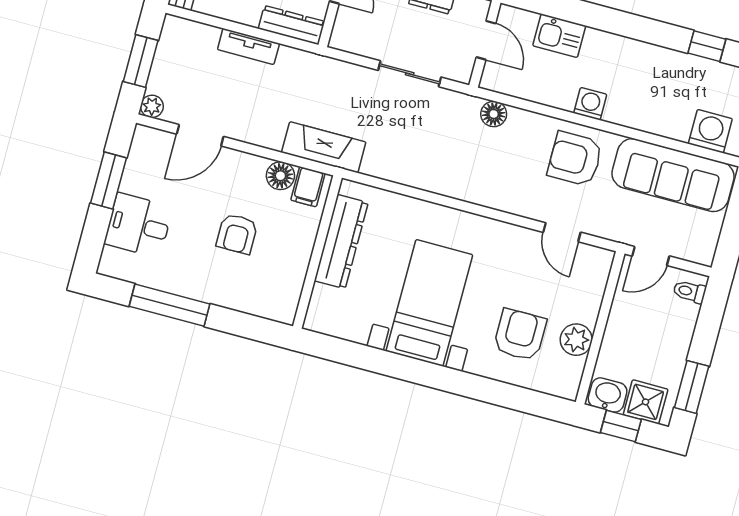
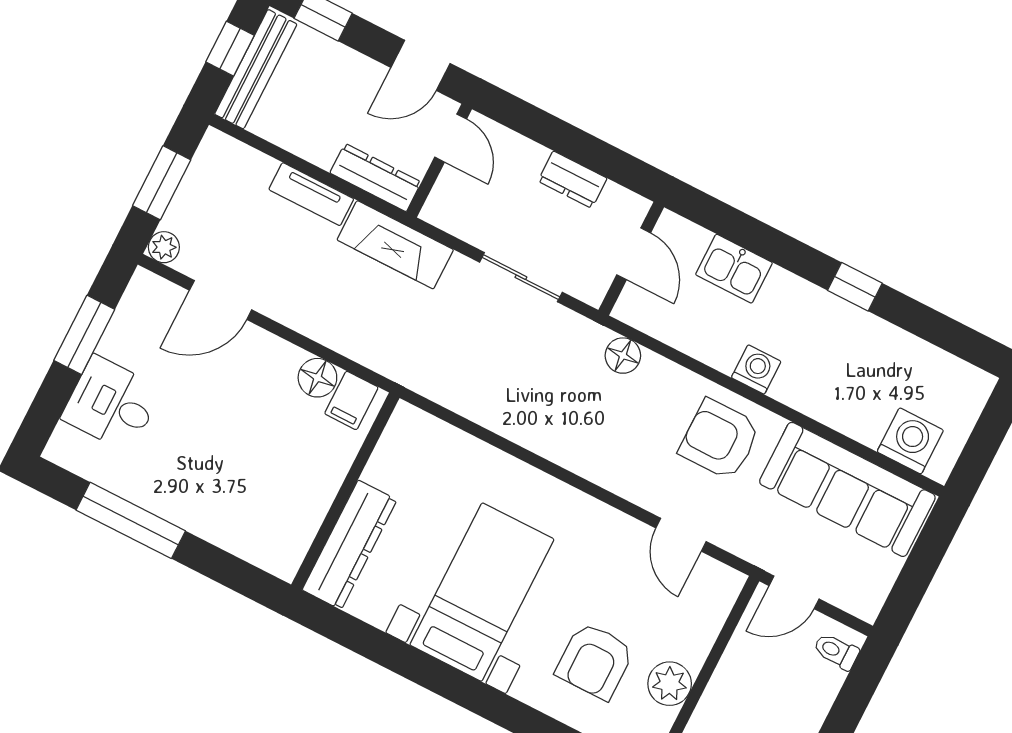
window: (707, 46) -> (855, 287), moved
fireplace: (324, 147) -> (395, 245), moved, turned 180
armchair: (237, 234) -> (242, 444), removed
dresser: (341, 242) -> (350, 545), moved
armchair: (520, 335) -> (595, 661), turned 180

